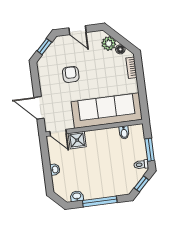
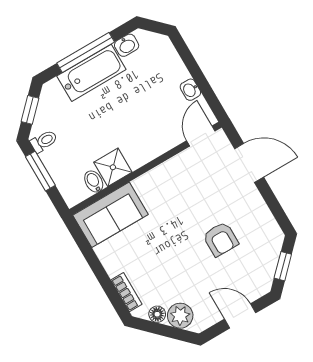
sofa: (107, 111) -> (110, 215), width x0.54, depth x0.79
door: (58, 133) -> (201, 136), hinge flipped
shower: (77, 140) -> (113, 167), moved
washbasin: (55, 169) -> (190, 90), moved
bathtub: (101, 190) -> (91, 73), added

